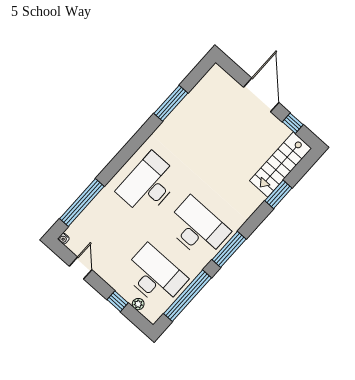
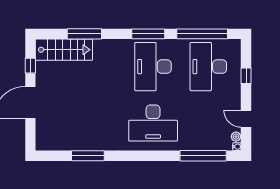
window: (278, 194) -> (84, 34), width x1.44
door: (81, 268) -> (246, 119), hinge flipped
plant: (138, 304) -> (236, 137), moved

